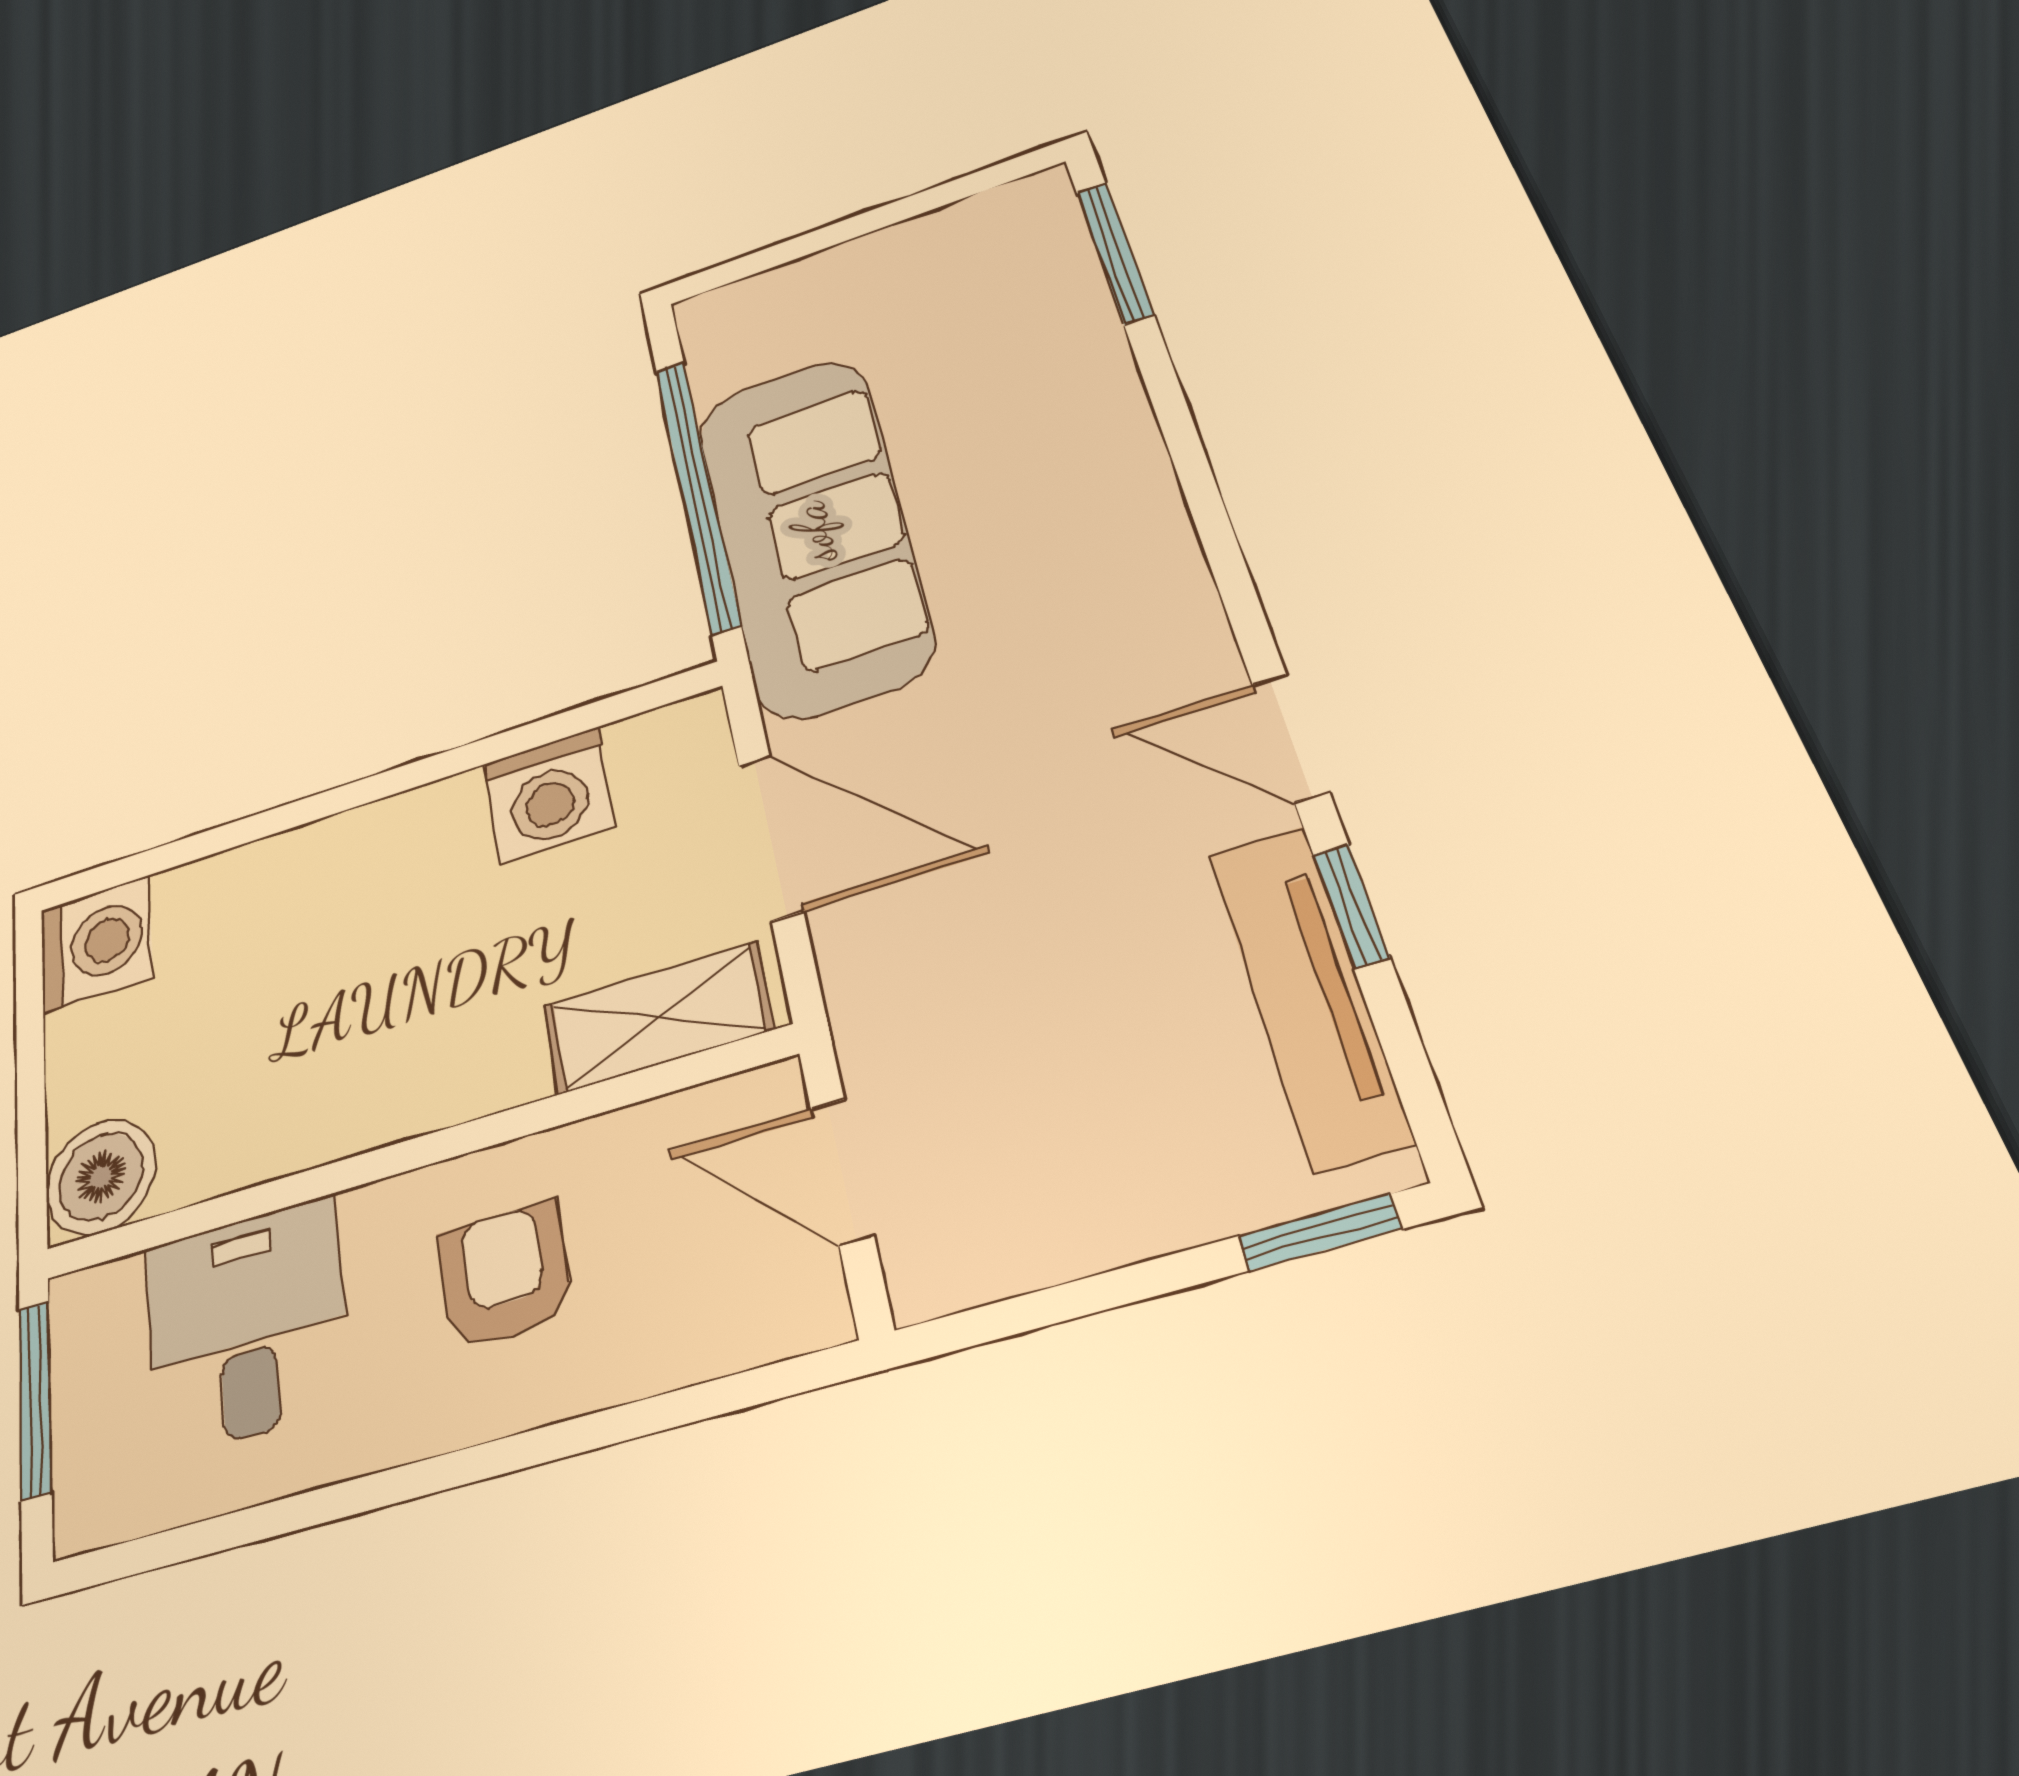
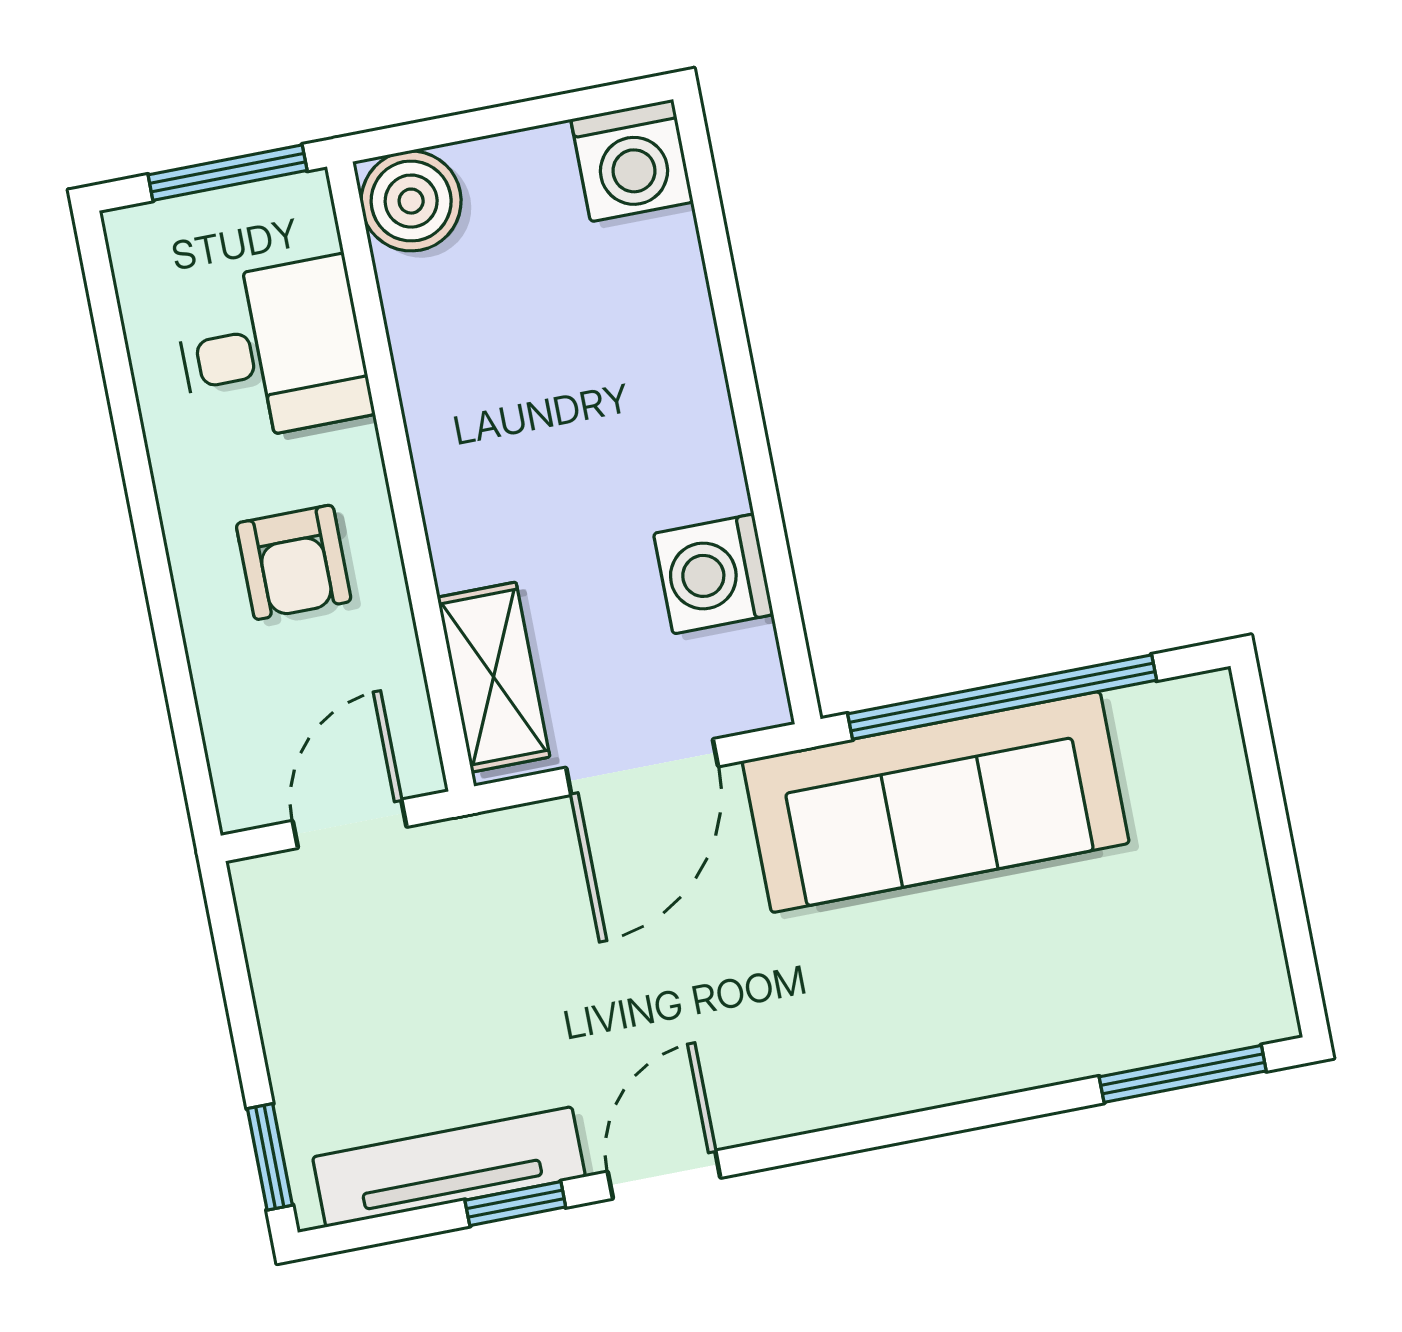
armchair: (504, 1275) -> (294, 562), turned 91

